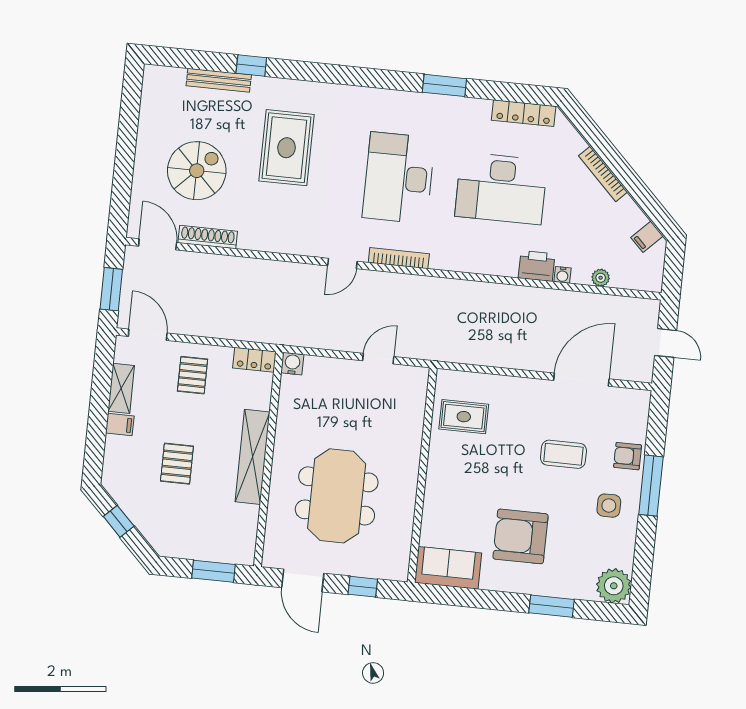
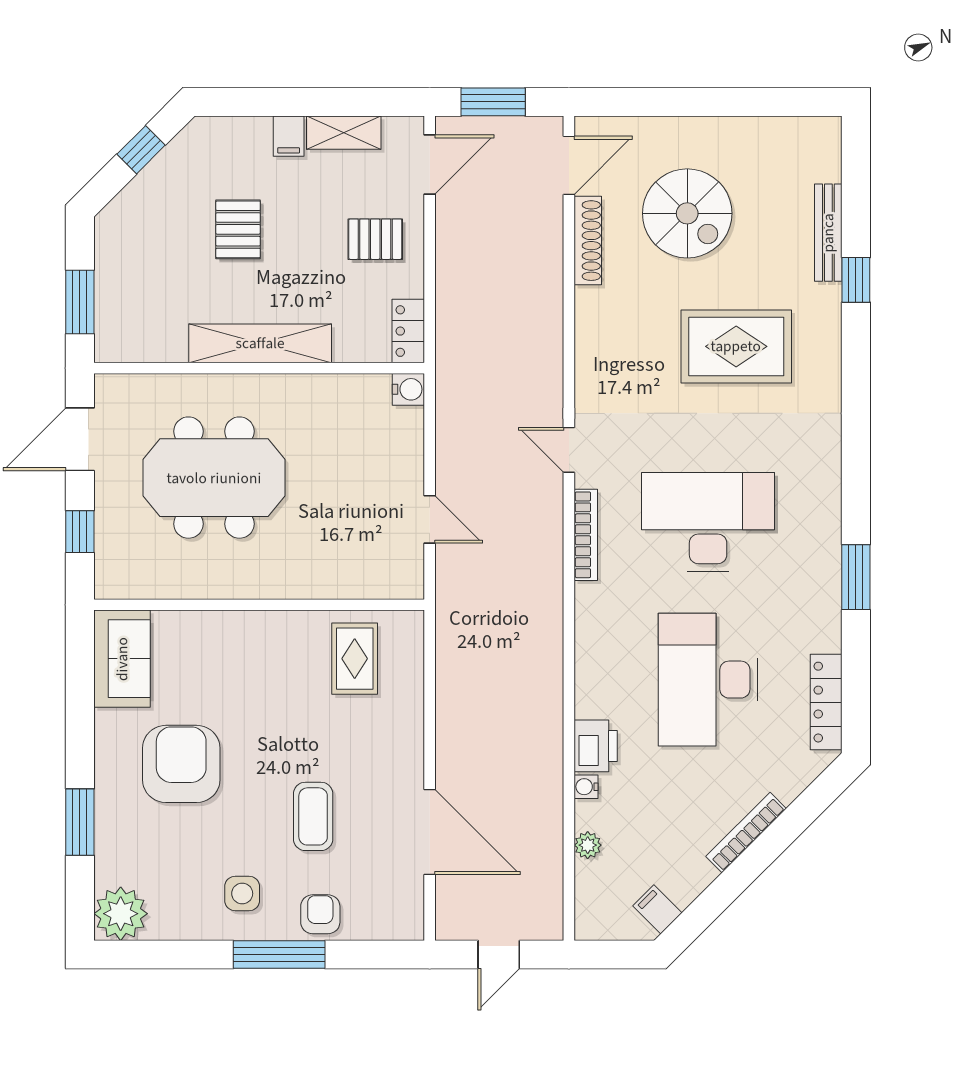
pallet: (177, 464) -> (238, 229), turned 90

